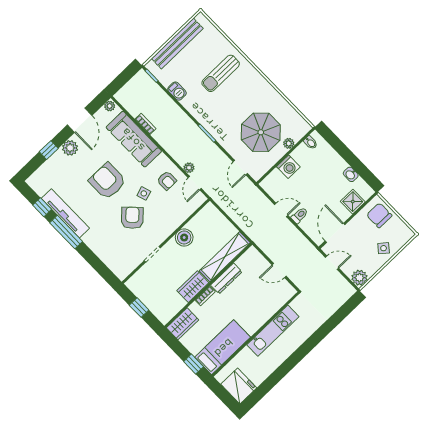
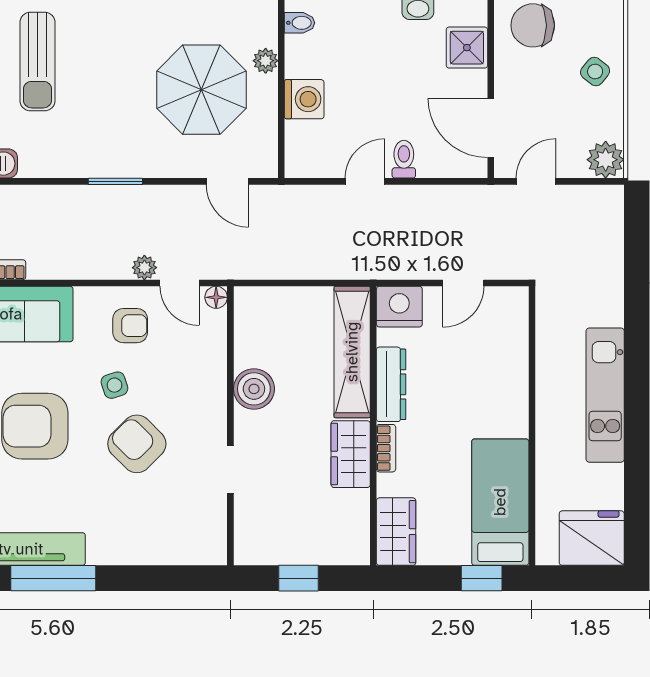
floor lamp: (201, 199) -> (216, 297), added
nightstand: (253, 258) -> (399, 307), added
kitchen unit: (273, 331) -> (605, 395), moved, turned 180

